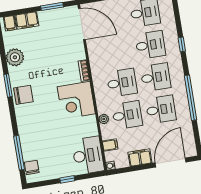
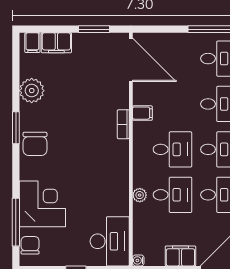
chair: (23, 95) -> (35, 144), turned 90
corner desk: (76, 100) -> (42, 204), moved, turned 180
filing cabinet: (110, 145) -> (142, 113), moved

